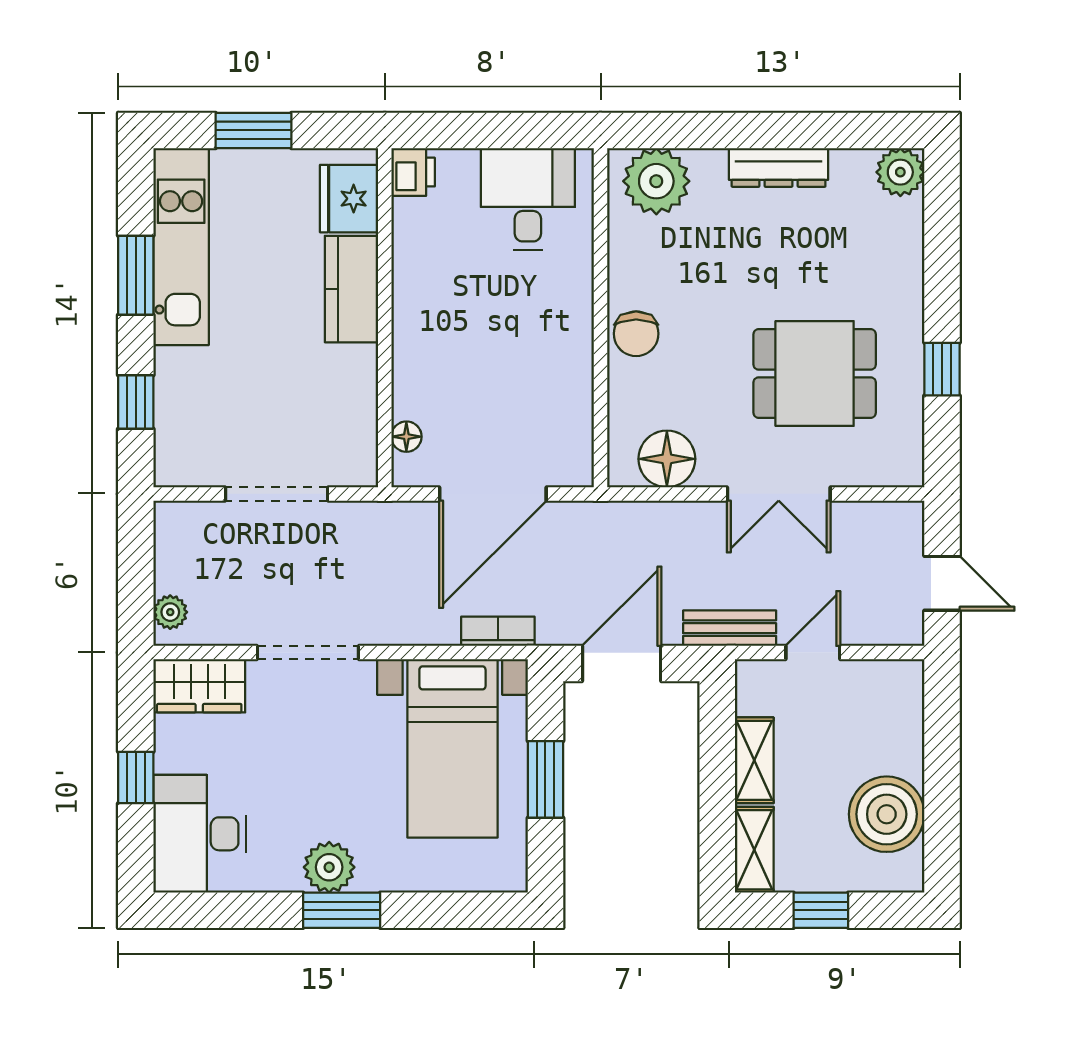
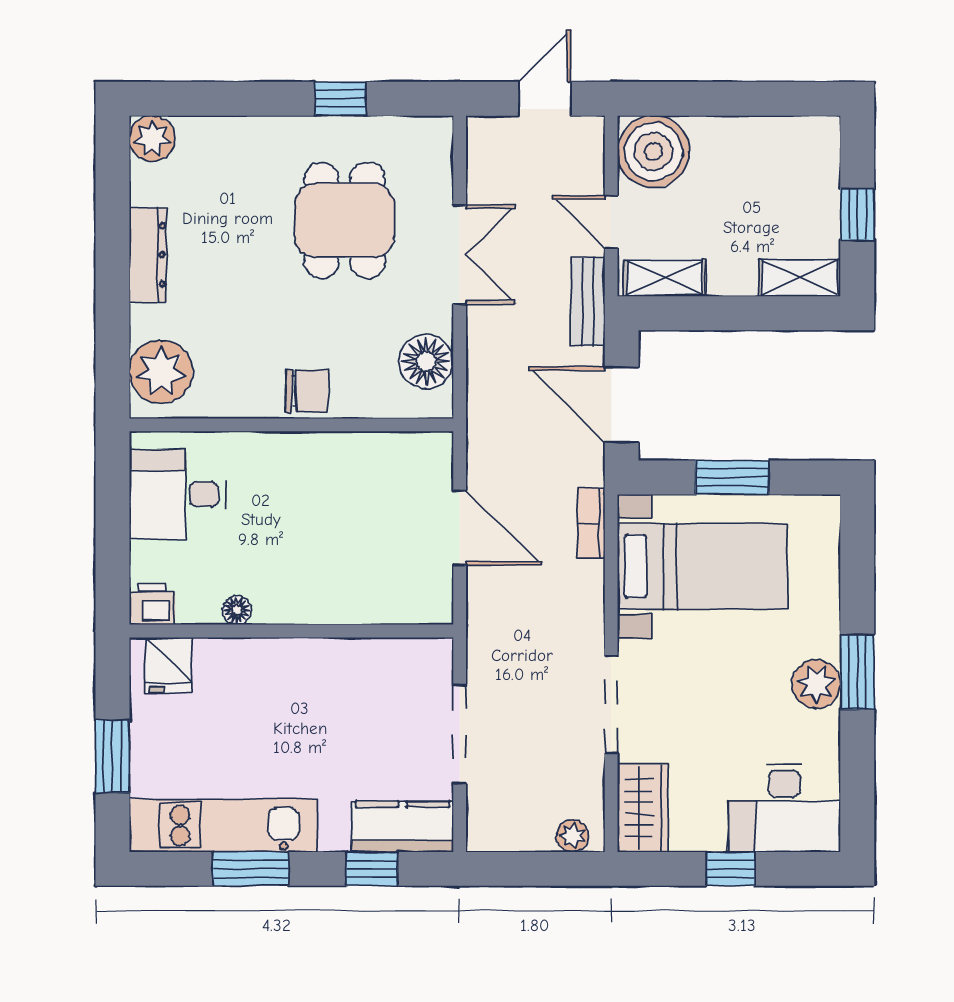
fridge: (349, 199) -> (169, 665), width x0.72
kitchen counter: (351, 289) -> (402, 827), moved, turned 180
floor lamp: (406, 437) -> (237, 610), moved
door: (493, 494) -> (460, 528), width x0.73
shelving: (754, 760) -> (665, 278), moved
boiler: (887, 814) -> (653, 152), moved

